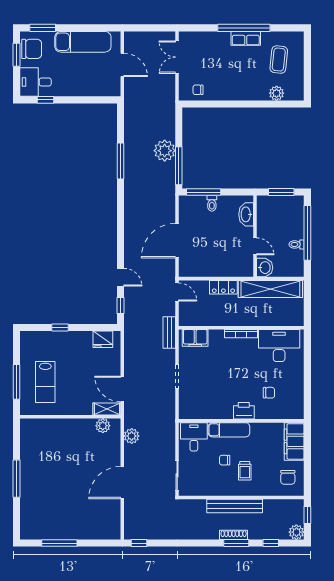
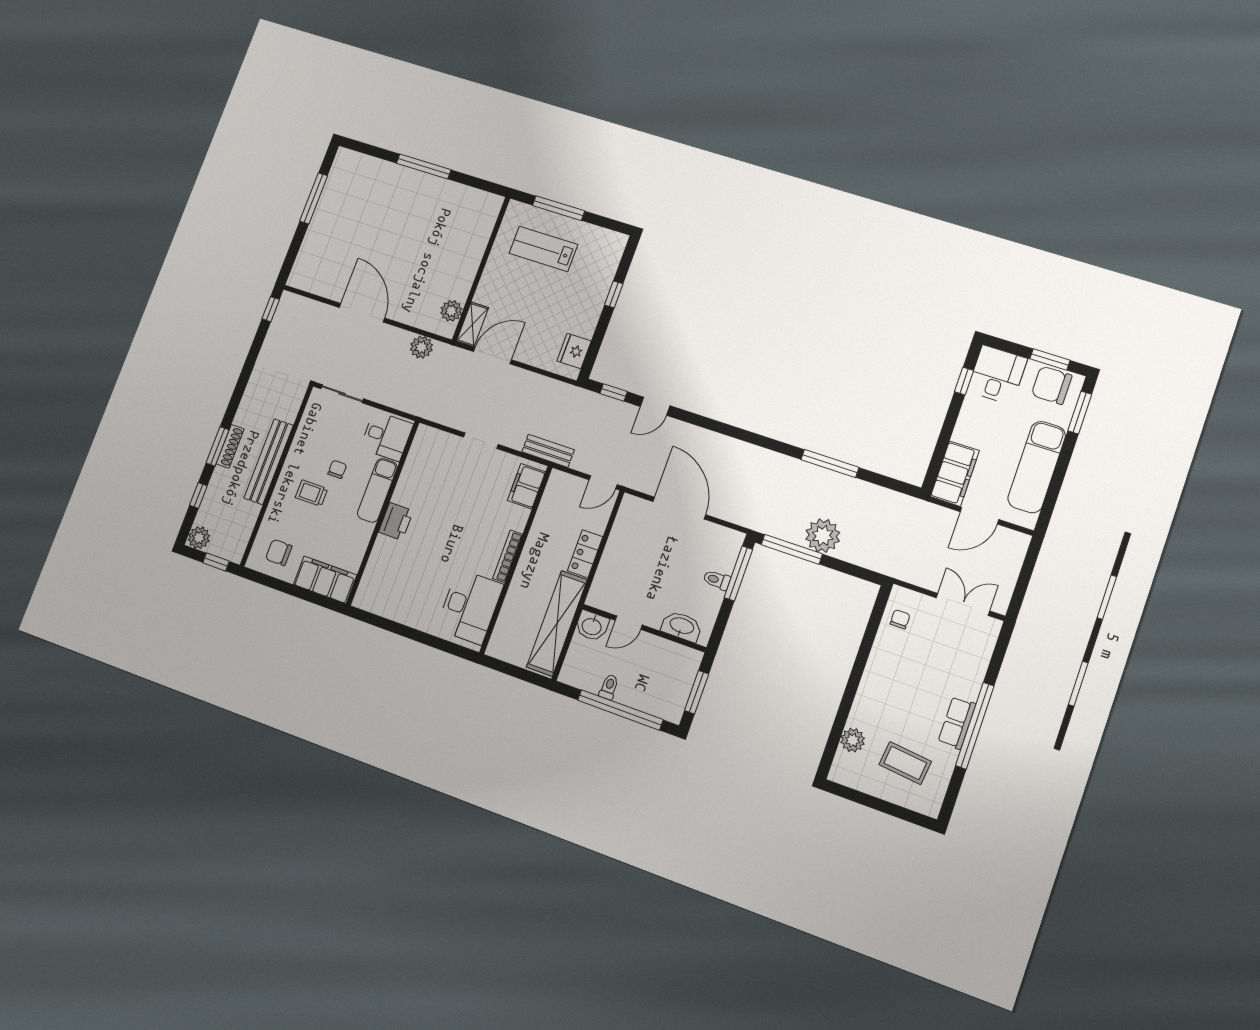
chair: (32, 49) -> (1052, 385), turned 90
filing cabinet: (102, 87) -> (955, 474), added
chair: (269, 393) -> (408, 567), removed

